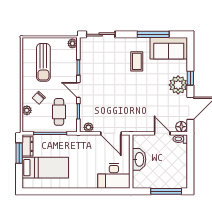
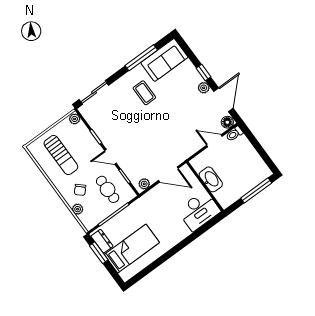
plant: (178, 85) -> (204, 88), width x0.53, depth x0.53

